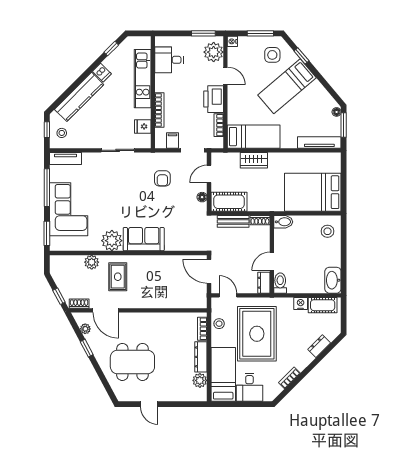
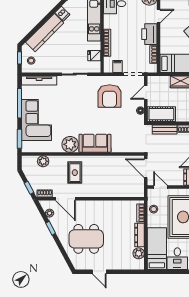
door: (225, 76) -> (159, 16), hinge flipped
tv unit: (66, 158) -> (39, 81), width x1.41
armchair: (162, 178) -> (110, 96), width x1.88, depth x1.88
plant: (92, 262) -> (43, 161), moved

